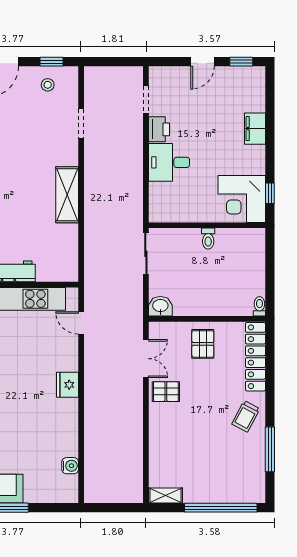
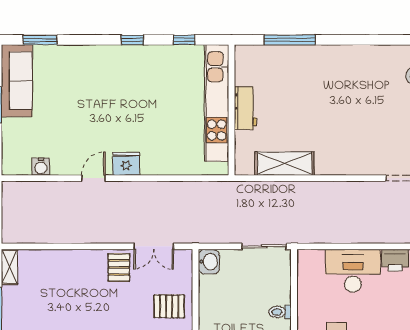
desk: (169, 162) -> (353, 271), width x1.37
shelving: (67, 195) -> (285, 163), moved
door: (81, 323) -> (94, 178), moved

